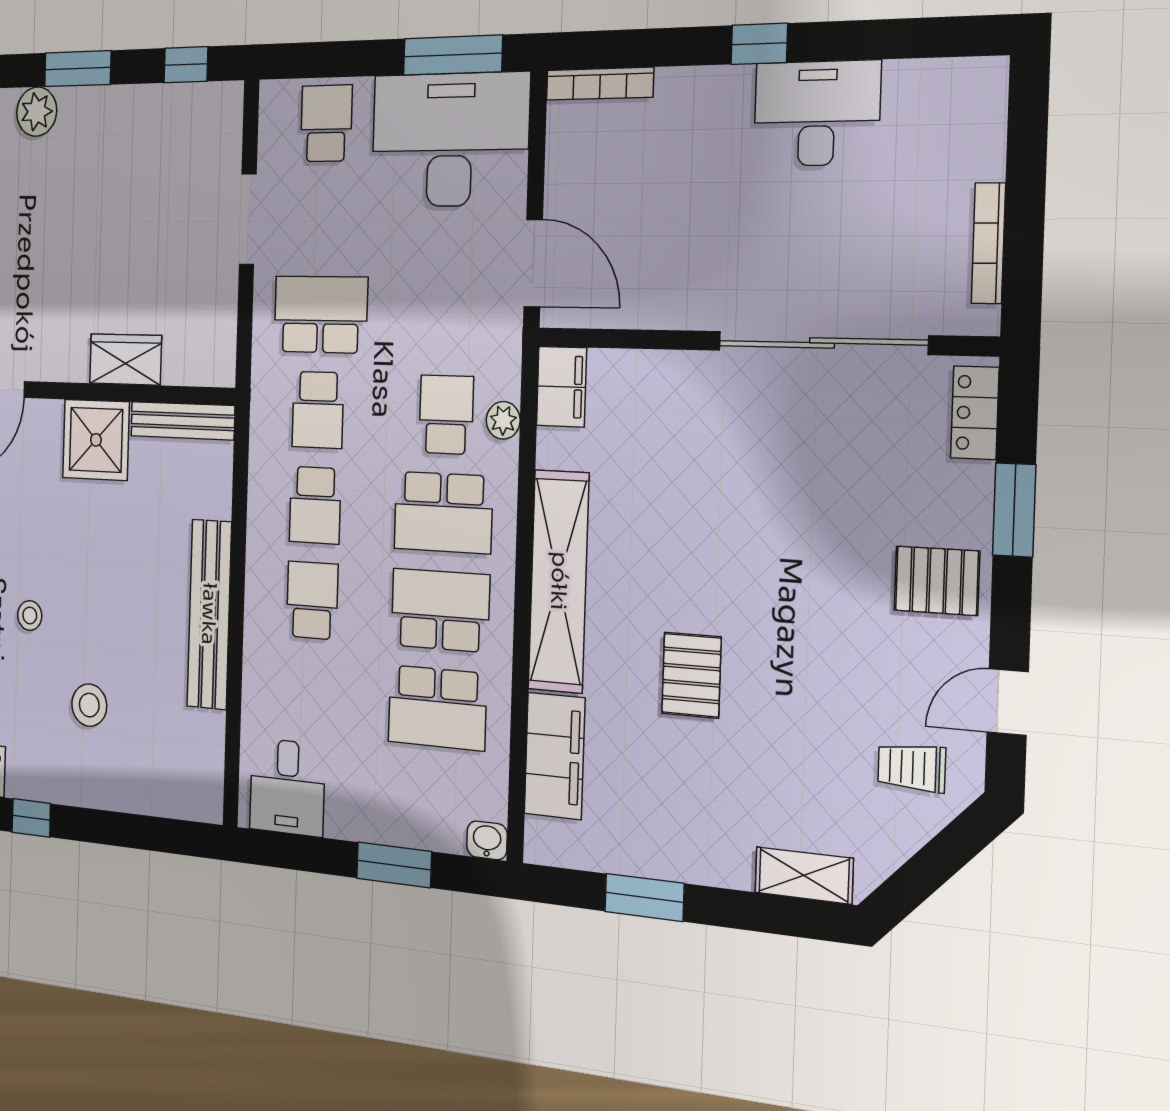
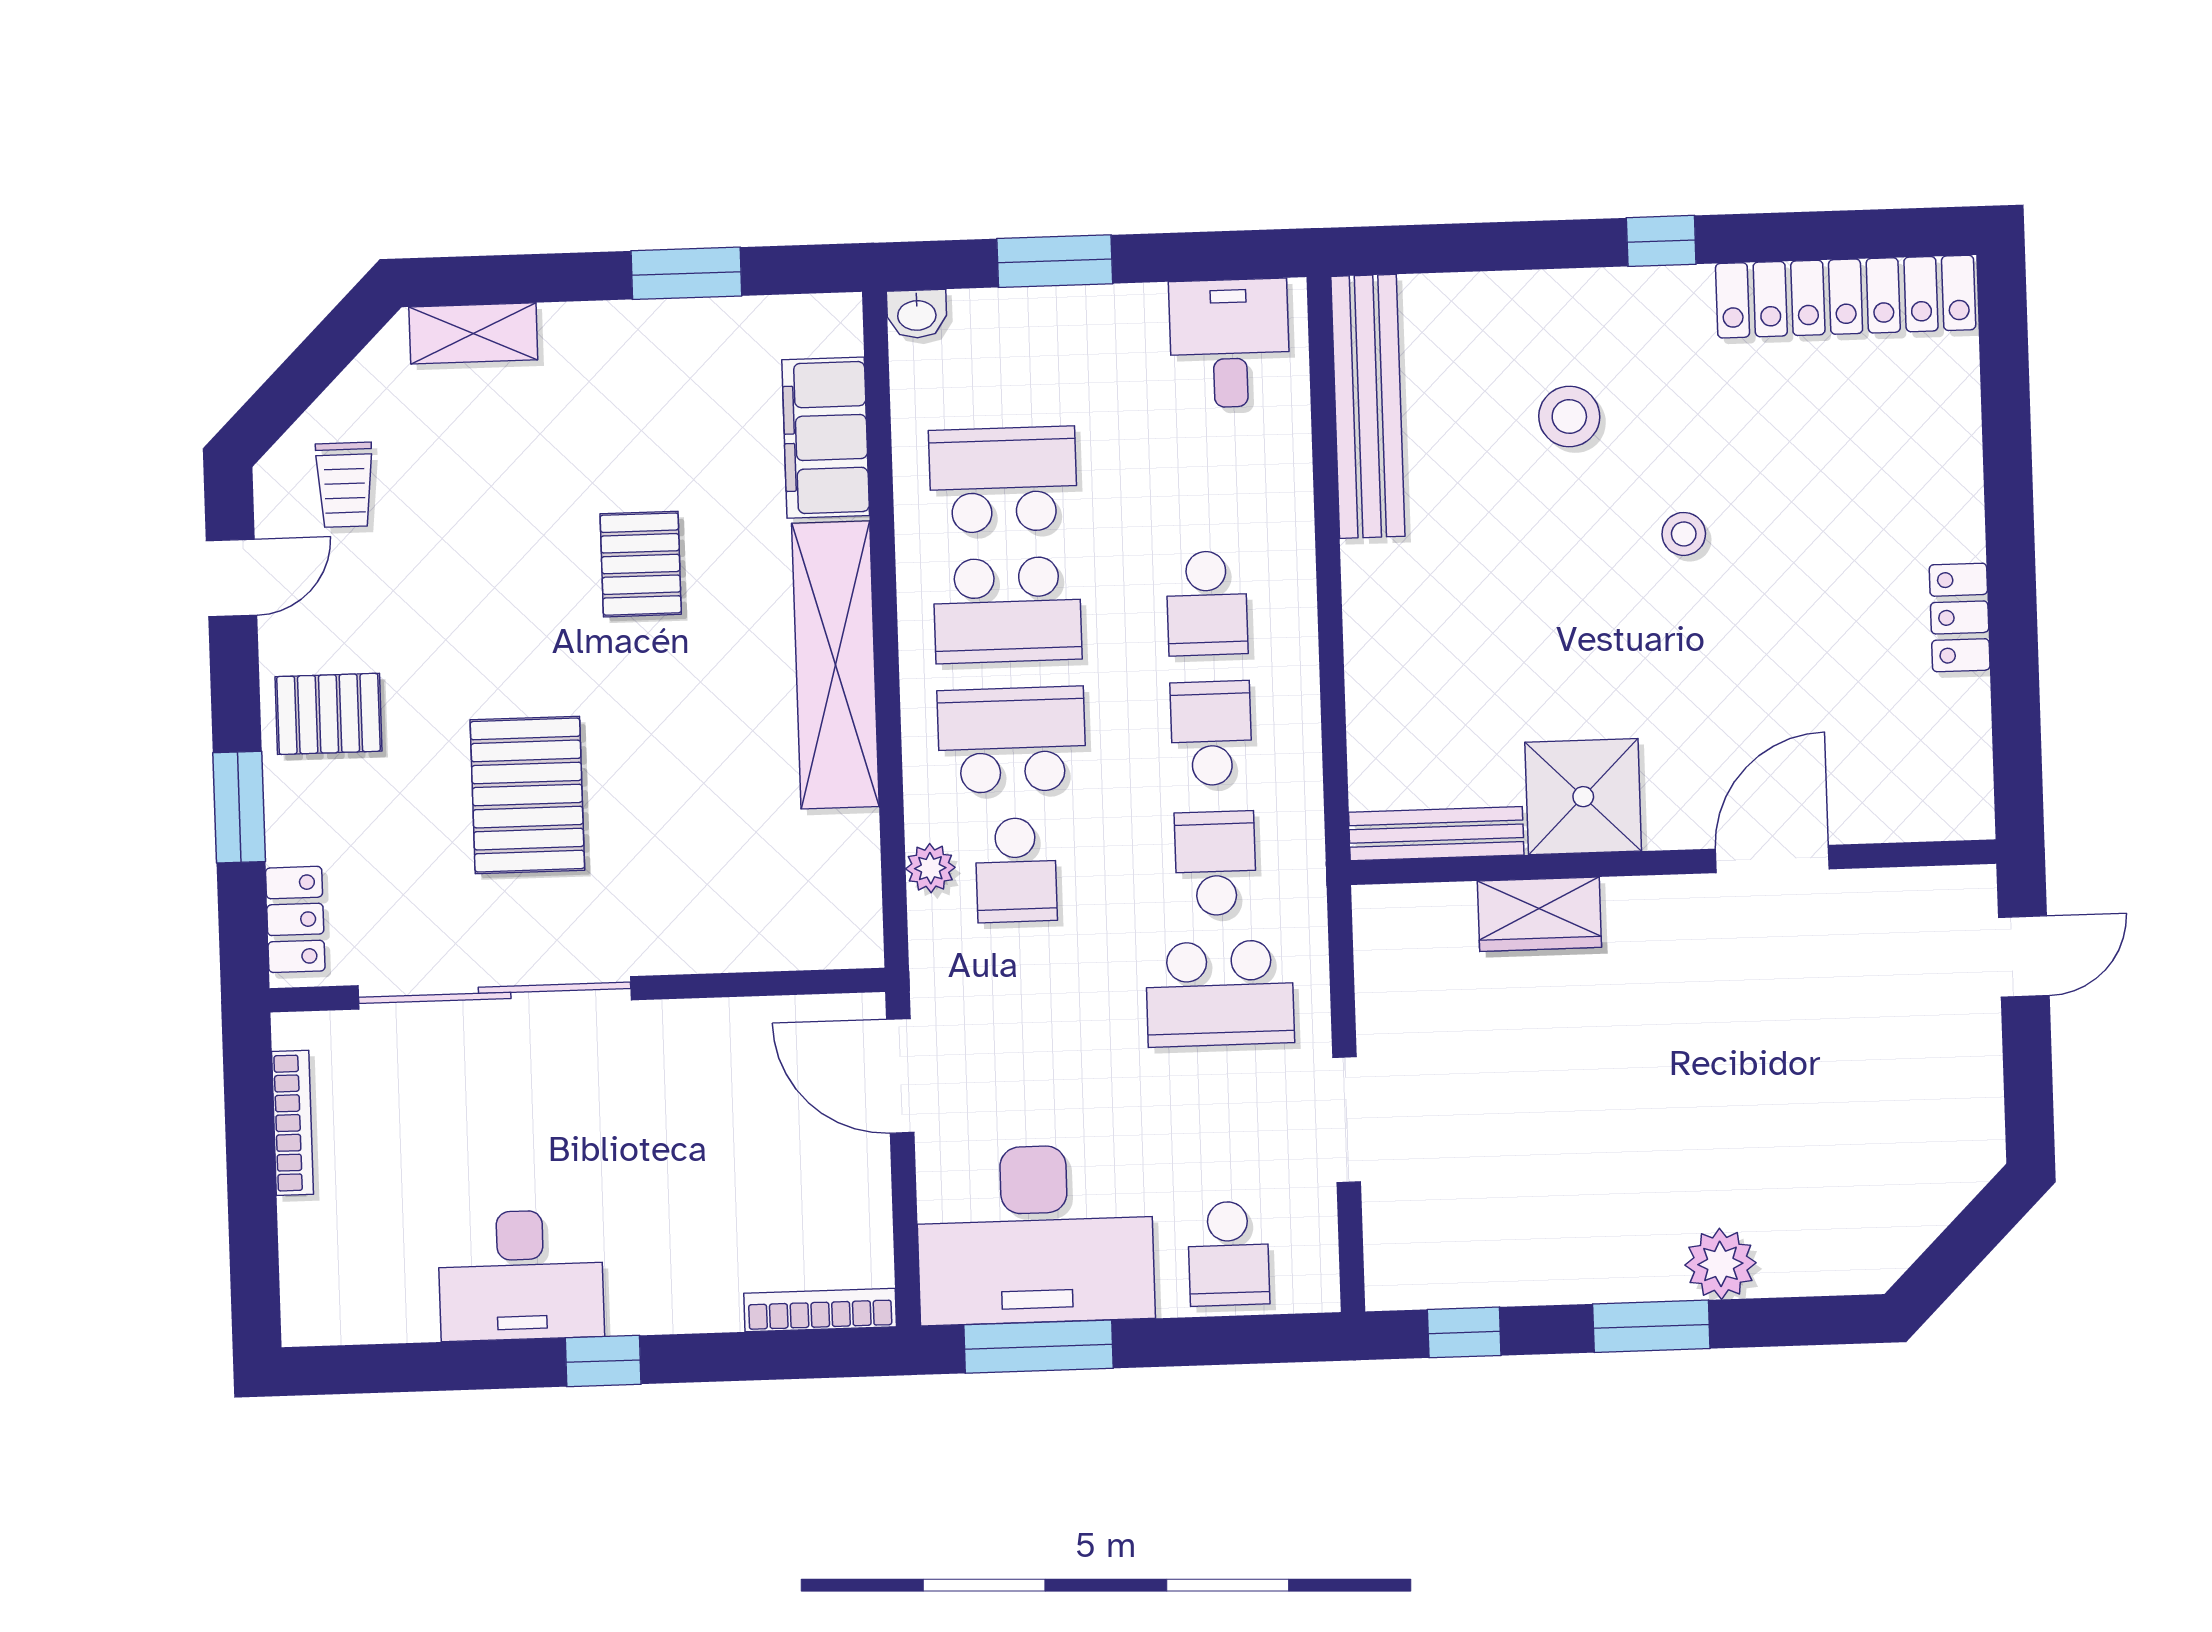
filing cabinet: (561, 387) -> (848, 917), removed
pallet: (787, 501) -> (527, 795), added
bench: (209, 614) -> (1368, 406), moved
trolley: (912, 767) -> (345, 485), turned 90

